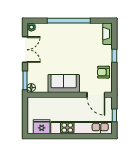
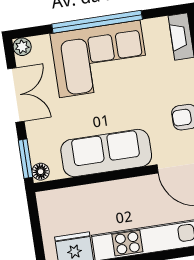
corner sofa: (67, 38) -> (100, 59), added
sofa: (64, 83) -> (106, 153), width x1.36

